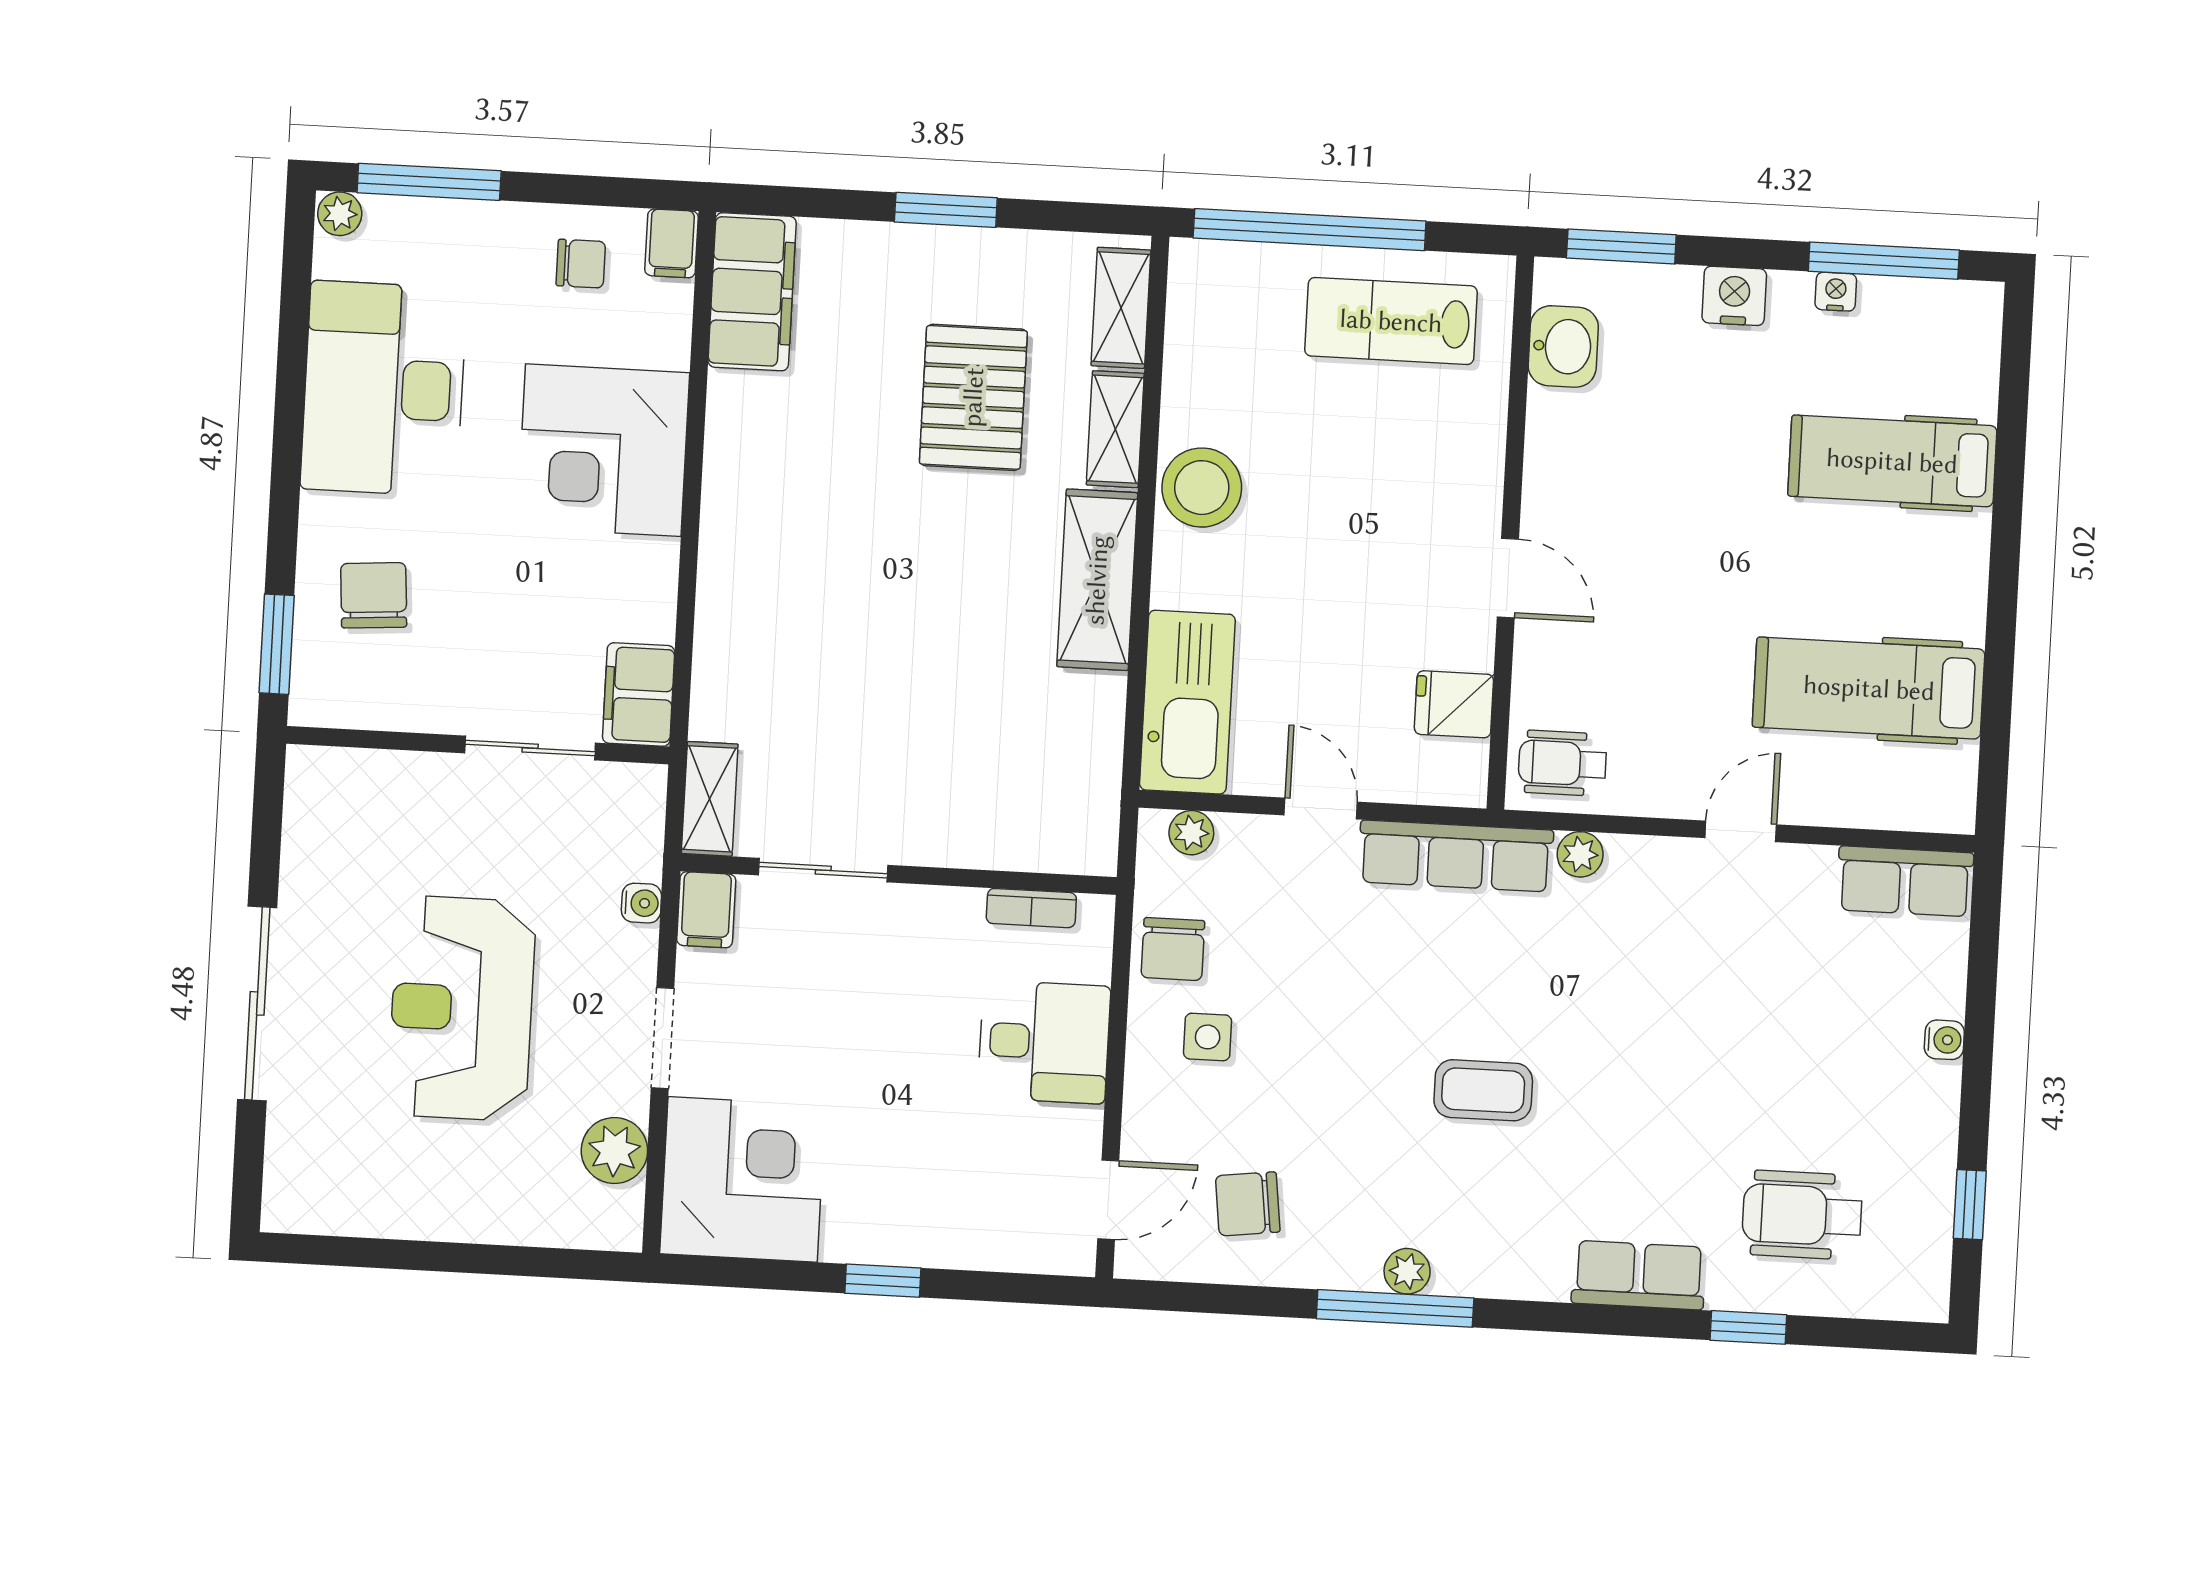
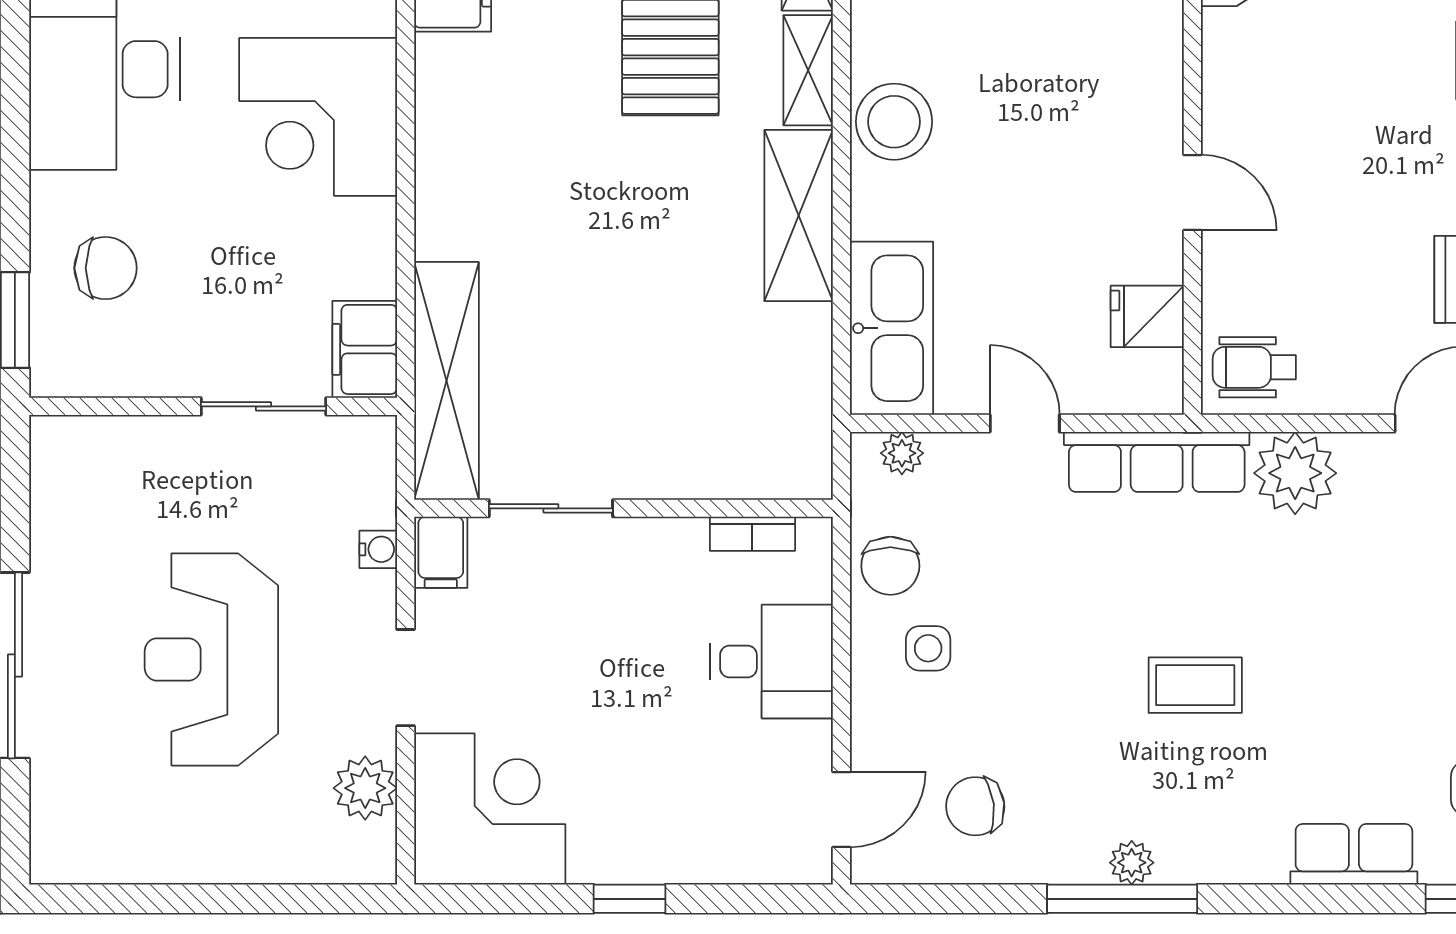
chair: (374, 595) -> (106, 268), turned 94
shelving: (710, 799) -> (446, 381), width x2.20, depth x1.33
plant: (1580, 854) -> (1295, 473), width x1.87, depth x1.87

